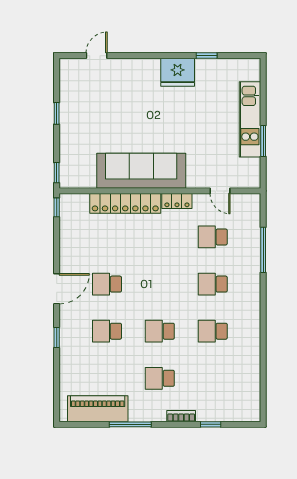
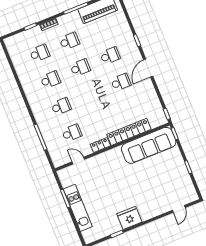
sofa: (141, 171) -> (149, 145), moved
school desk: (213, 378) -> (40, 53), added

